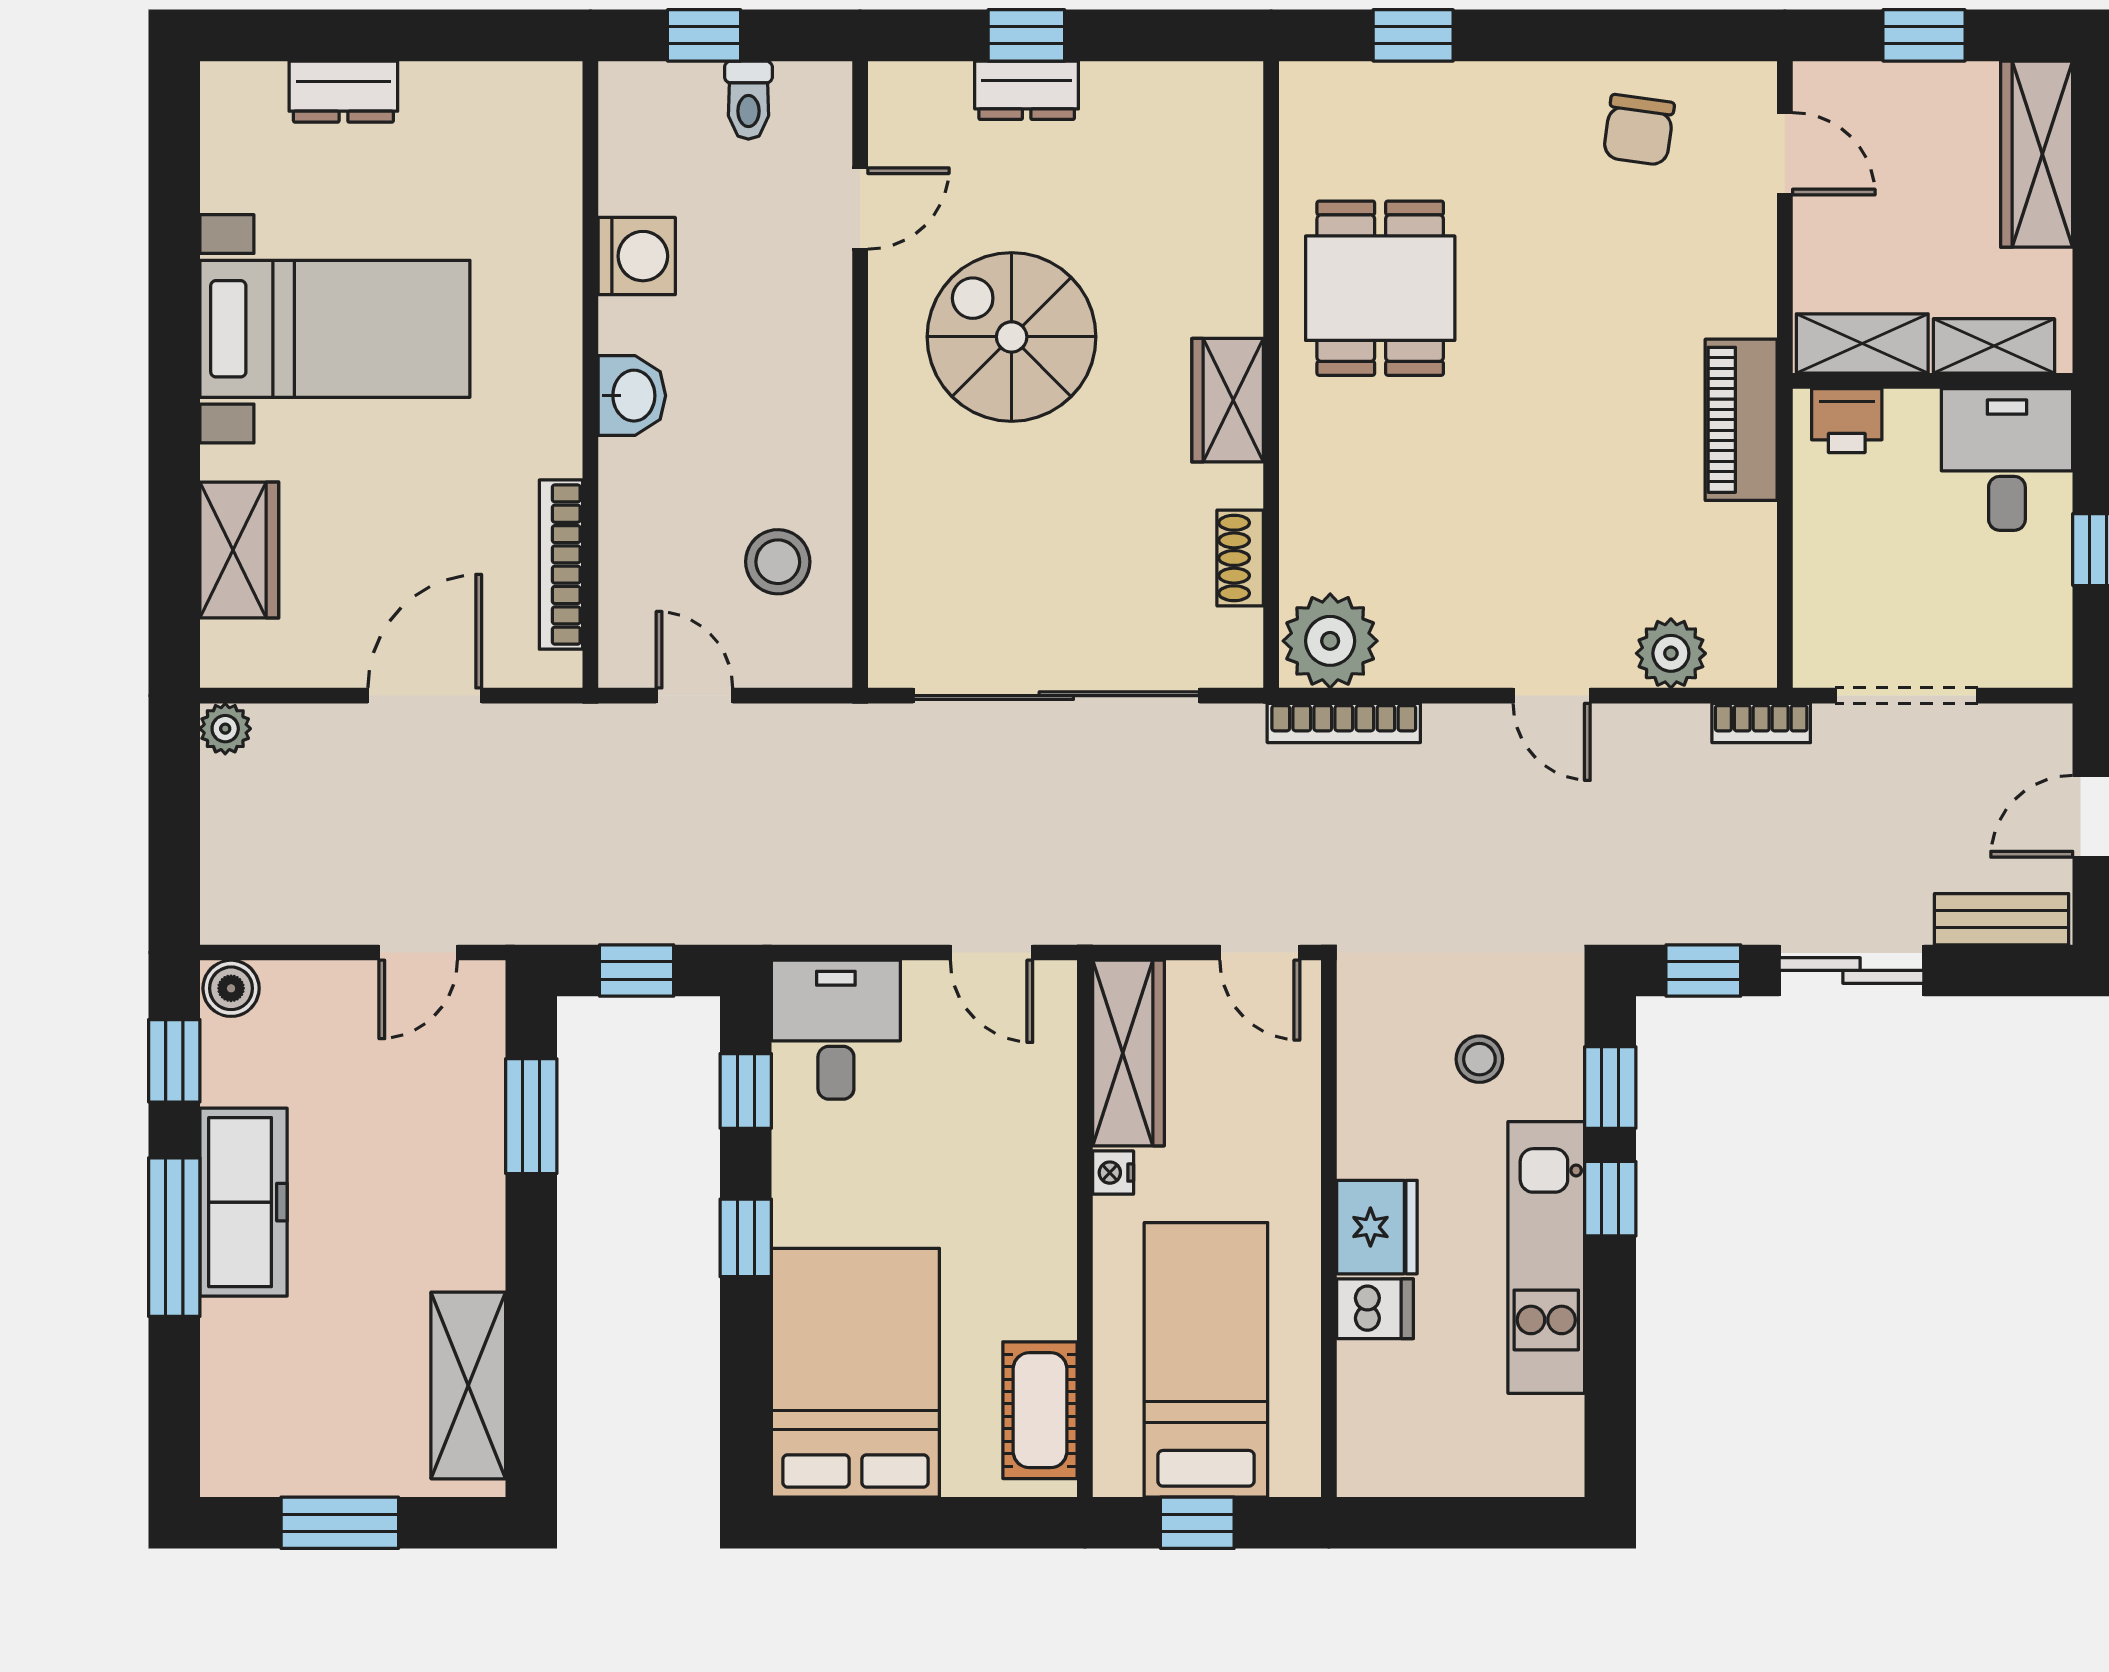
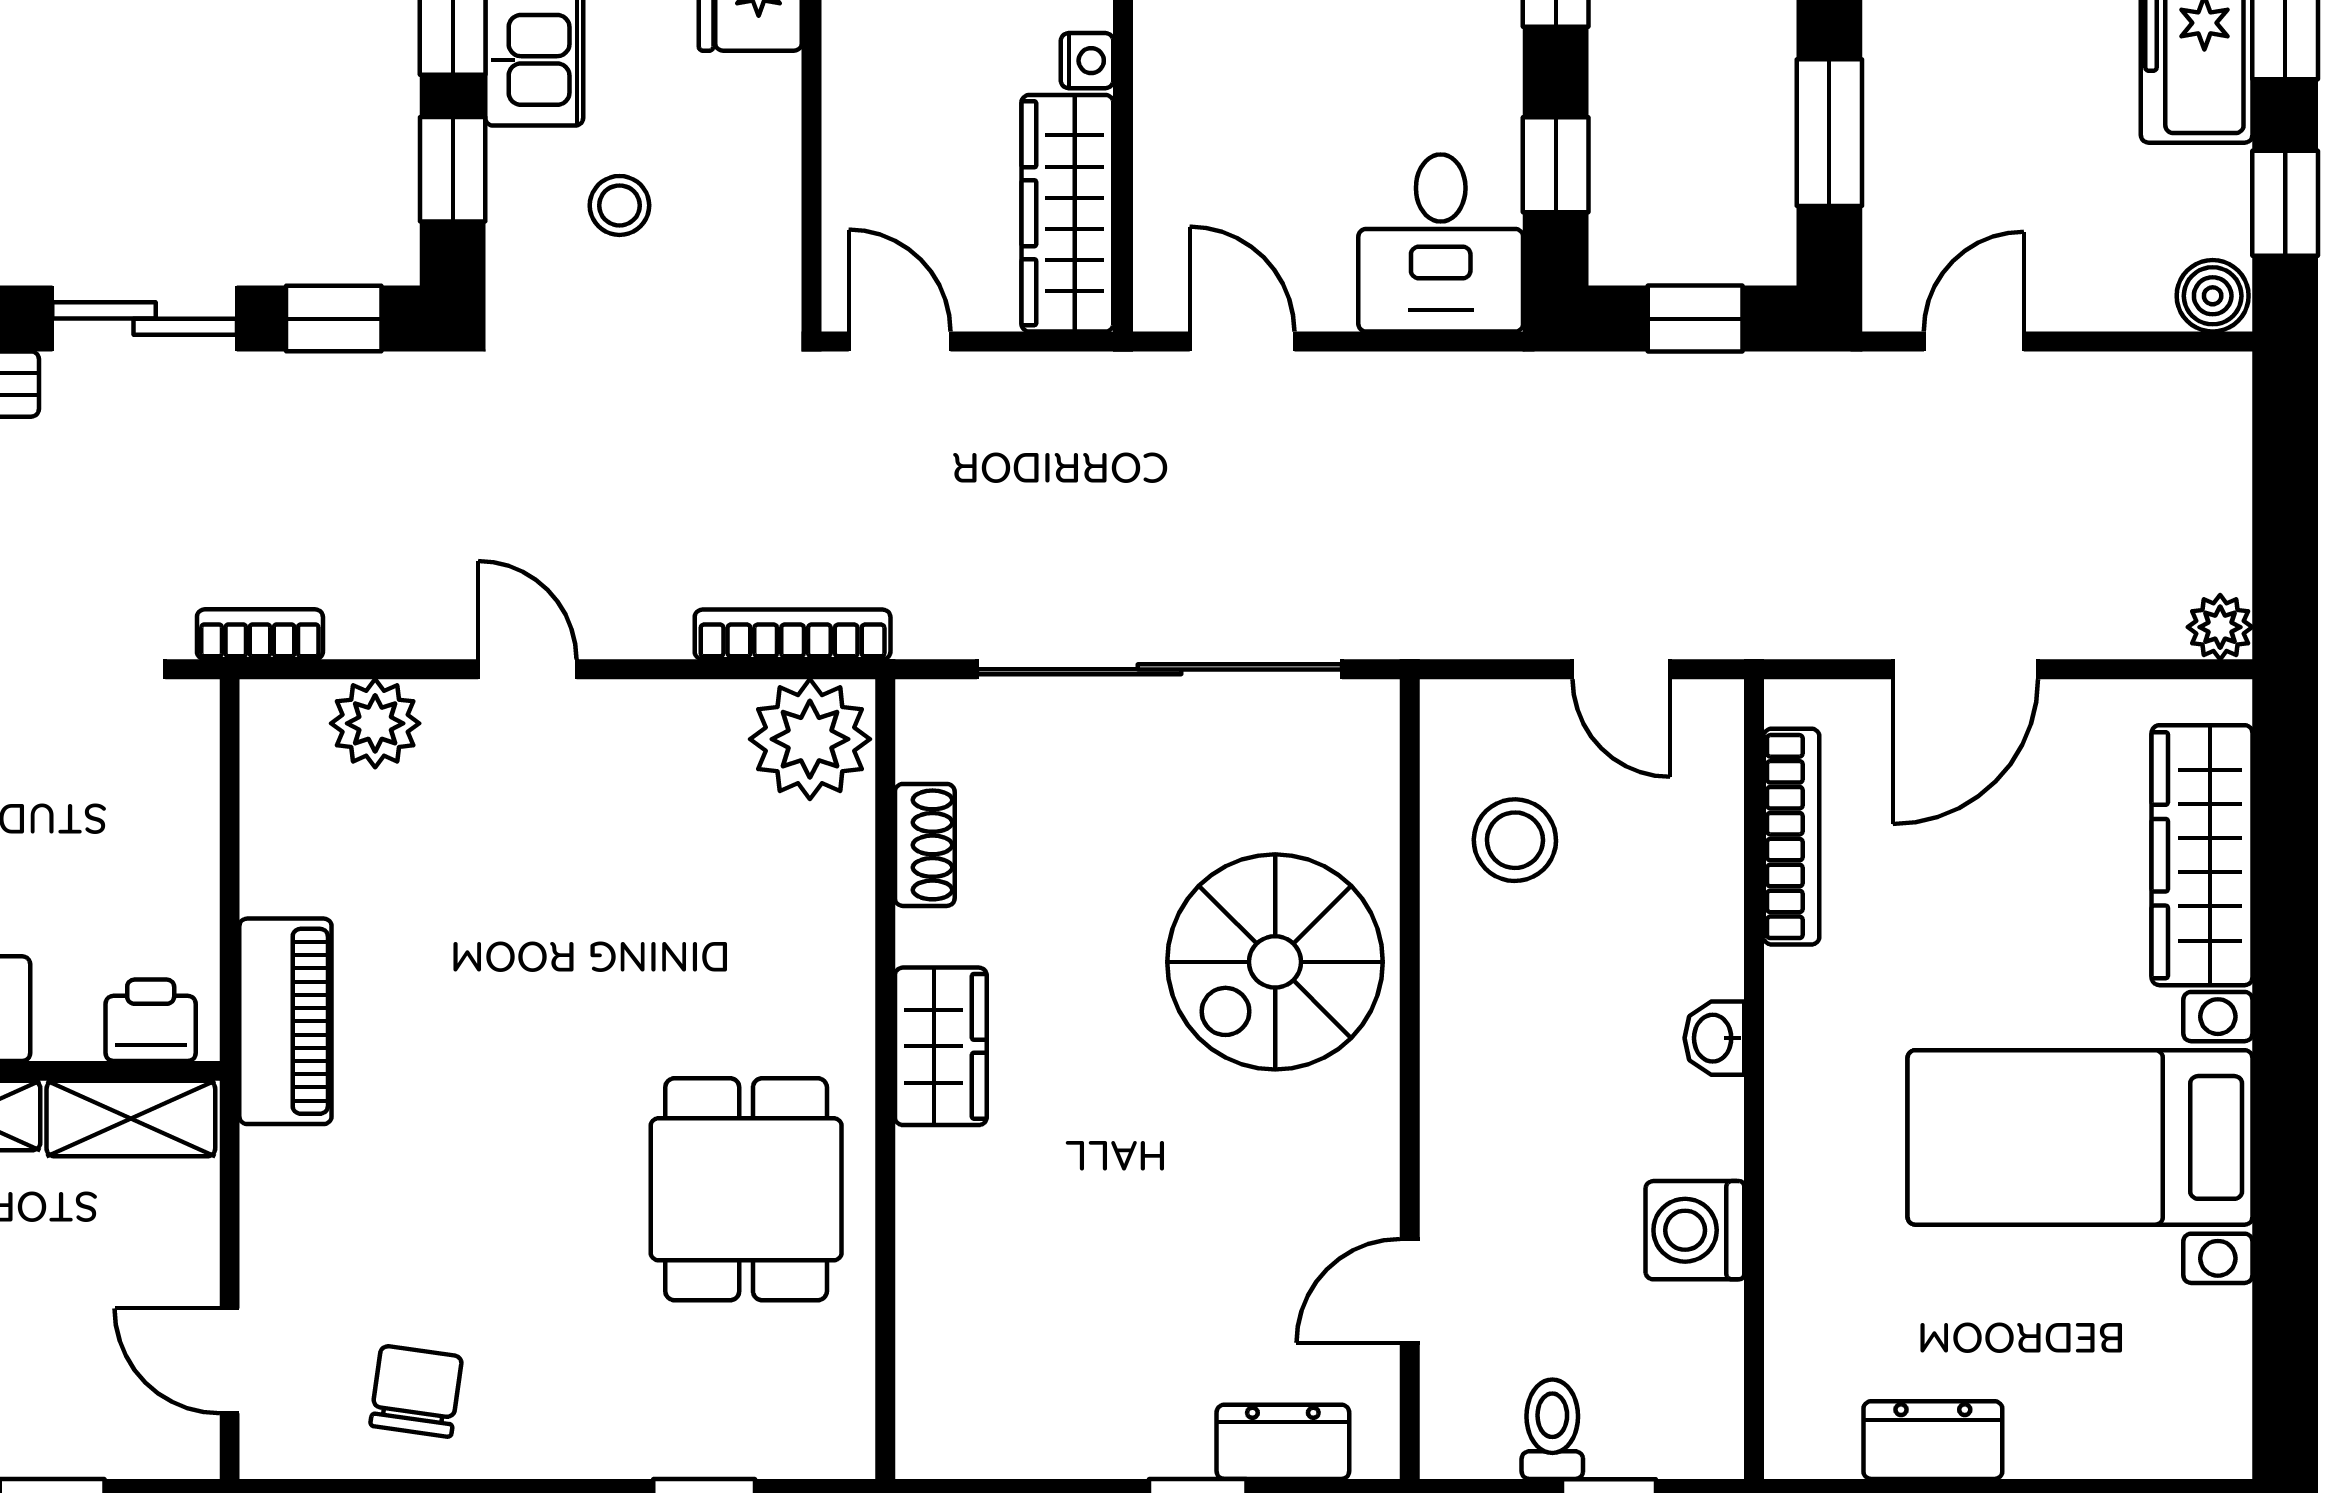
dresser: (1027, 90) -> (1283, 1442), moved
dresser: (343, 92) -> (1933, 1440), moved
spiral stairs: (1012, 337) -> (1275, 962), moved, turned 90
washbasin: (632, 396) -> (1714, 1038), width x0.72, depth x0.69
wardrobe: (239, 550) -> (2202, 855), width x1.50

